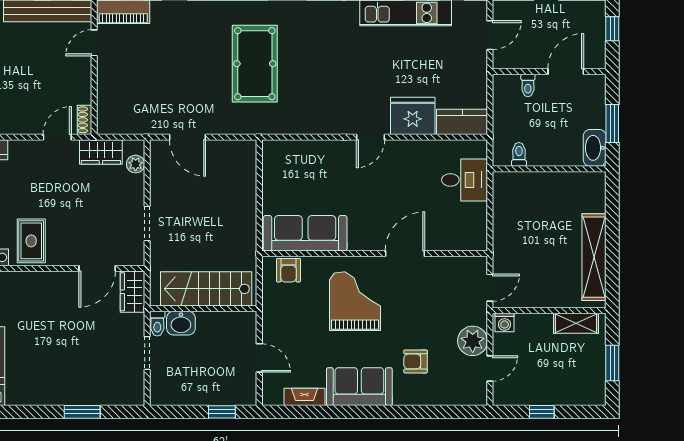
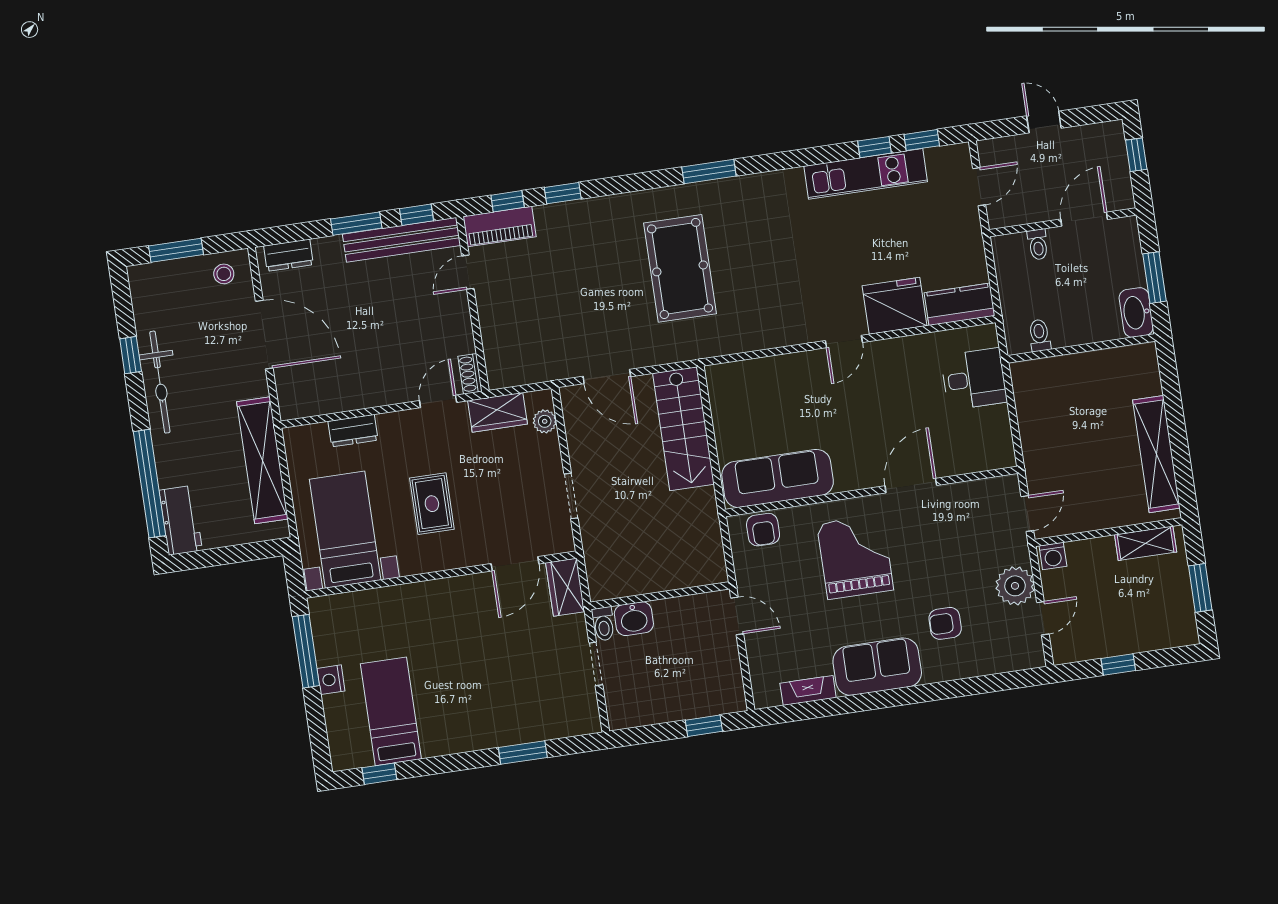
rug: (31, 241) -> (432, 504), moved
stairs: (206, 289) -> (683, 429), moved, turned -90
door: (259, 358) -> (737, 616), moved

